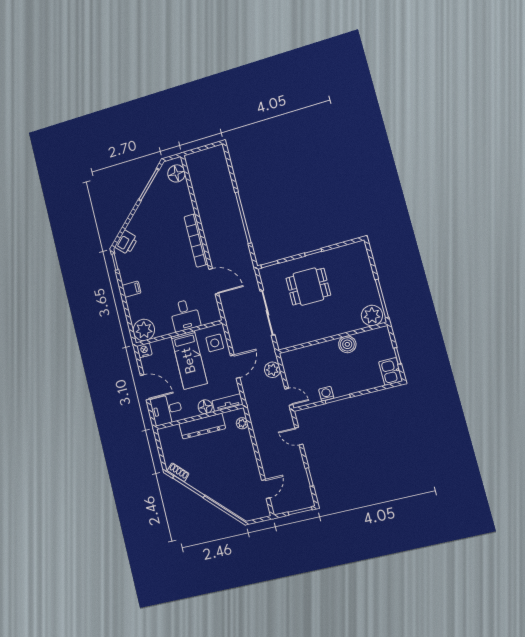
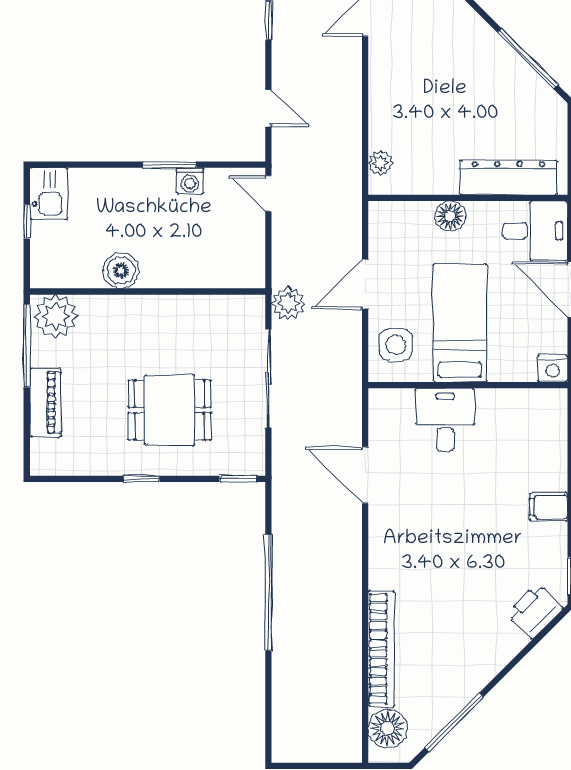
bookcase: (196, 240) -> (381, 649), moved
piano: (366, 275) -> (45, 402), added
plant: (144, 330) -> (543, 412), removed
plant: (272, 370) -> (288, 303), moved
tv unit: (227, 403) -> (400, 213), removed
dresser: (202, 426) -> (508, 177), moved
shoe rack: (178, 472) -> (543, 94), removed

